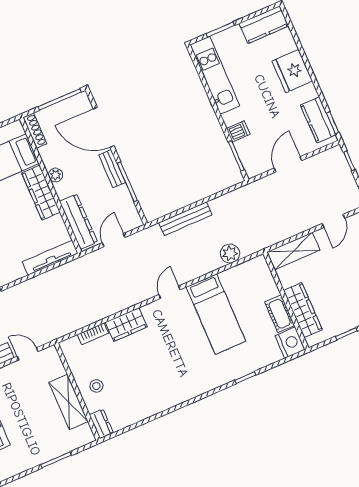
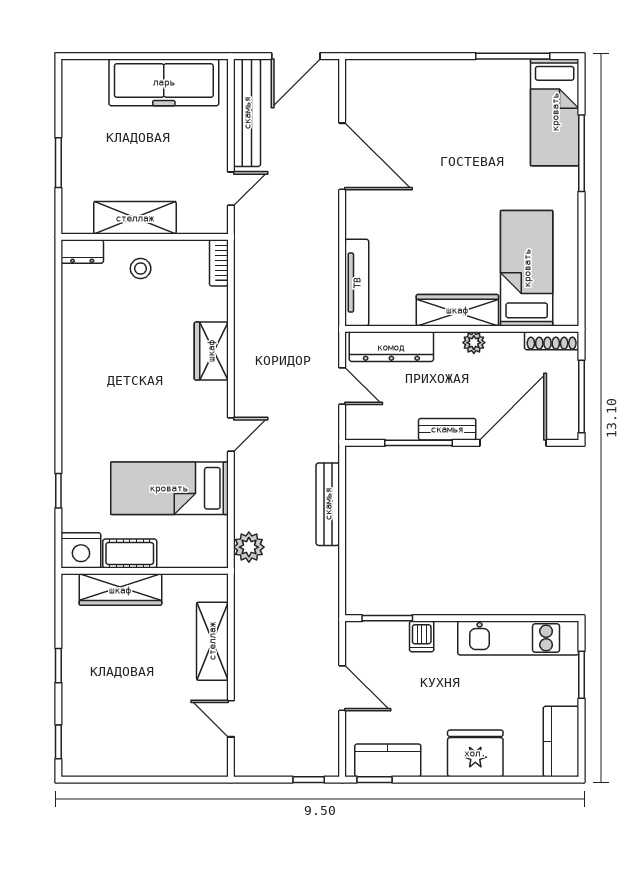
door: (170, 292) -> (231, 435), hinge flipped
wall: (286, 301) -> (145, 571), moved
wardrobe: (303, 310) -> (120, 590), moved
cot: (280, 314) -> (130, 554), moved
bookcase: (93, 334) -> (219, 263), moved
nightstand: (290, 343) -> (81, 550), moved

